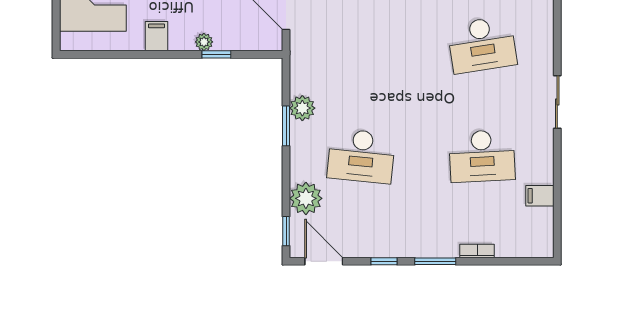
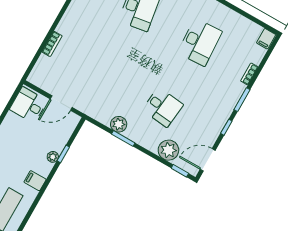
desk: (361, 156) -> (163, 107), width x0.73
filing cabinet: (540, 196) -> (266, 39), moved

